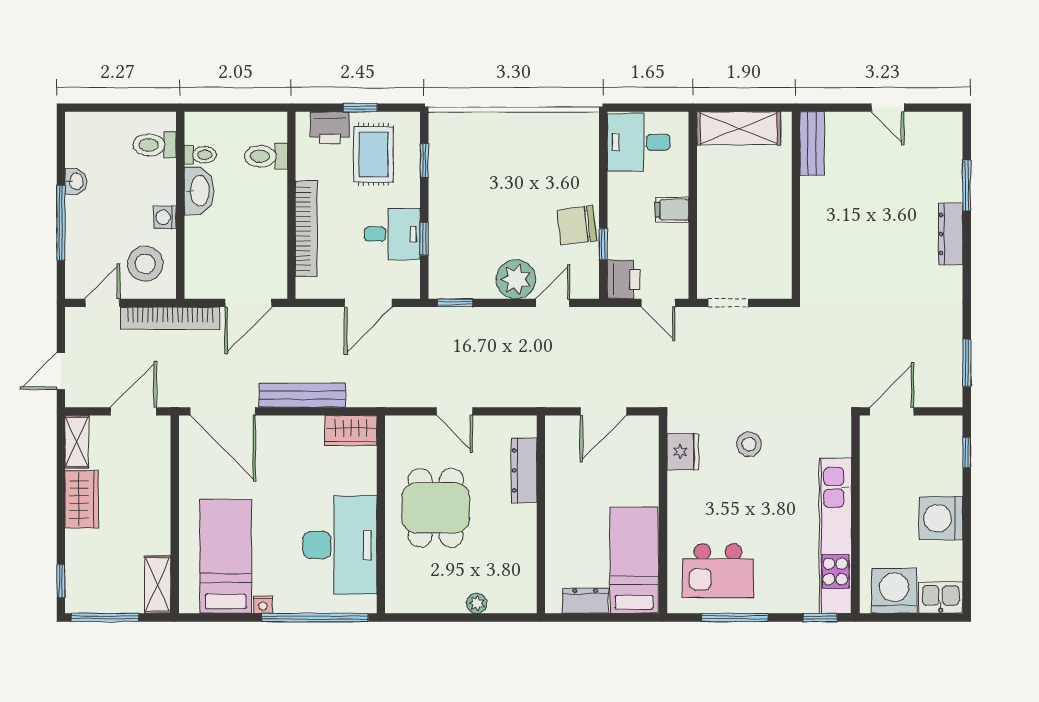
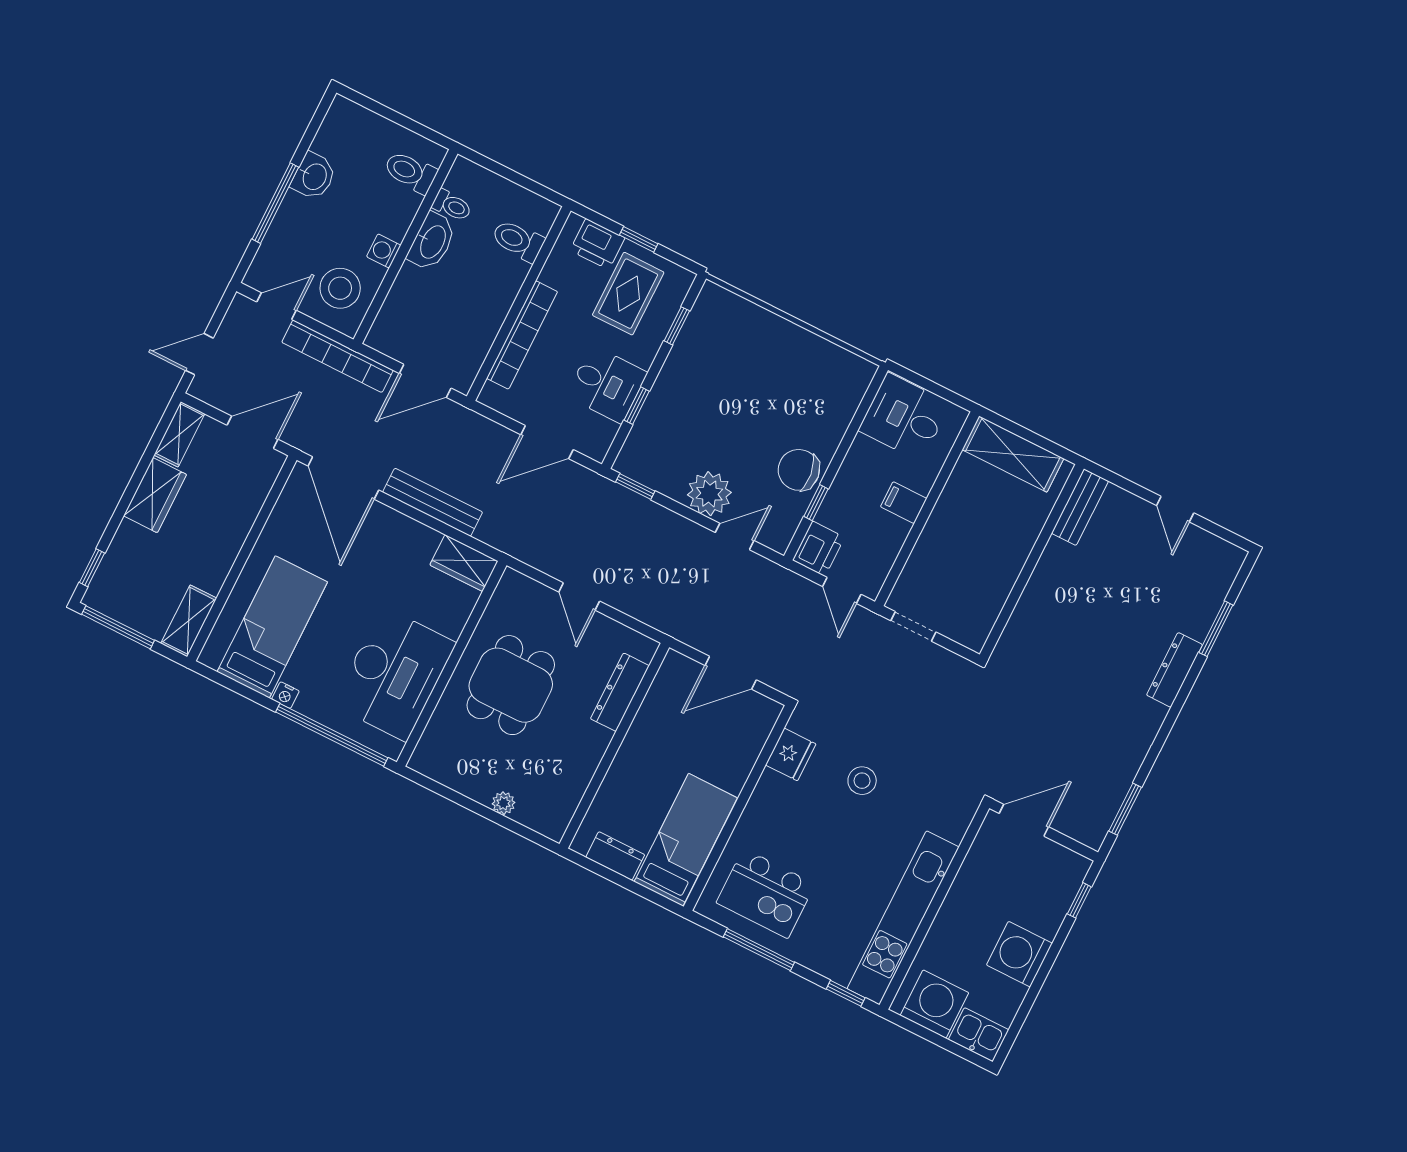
washbasin: (76, 181) -> (314, 176), width x1.38, depth x1.45

